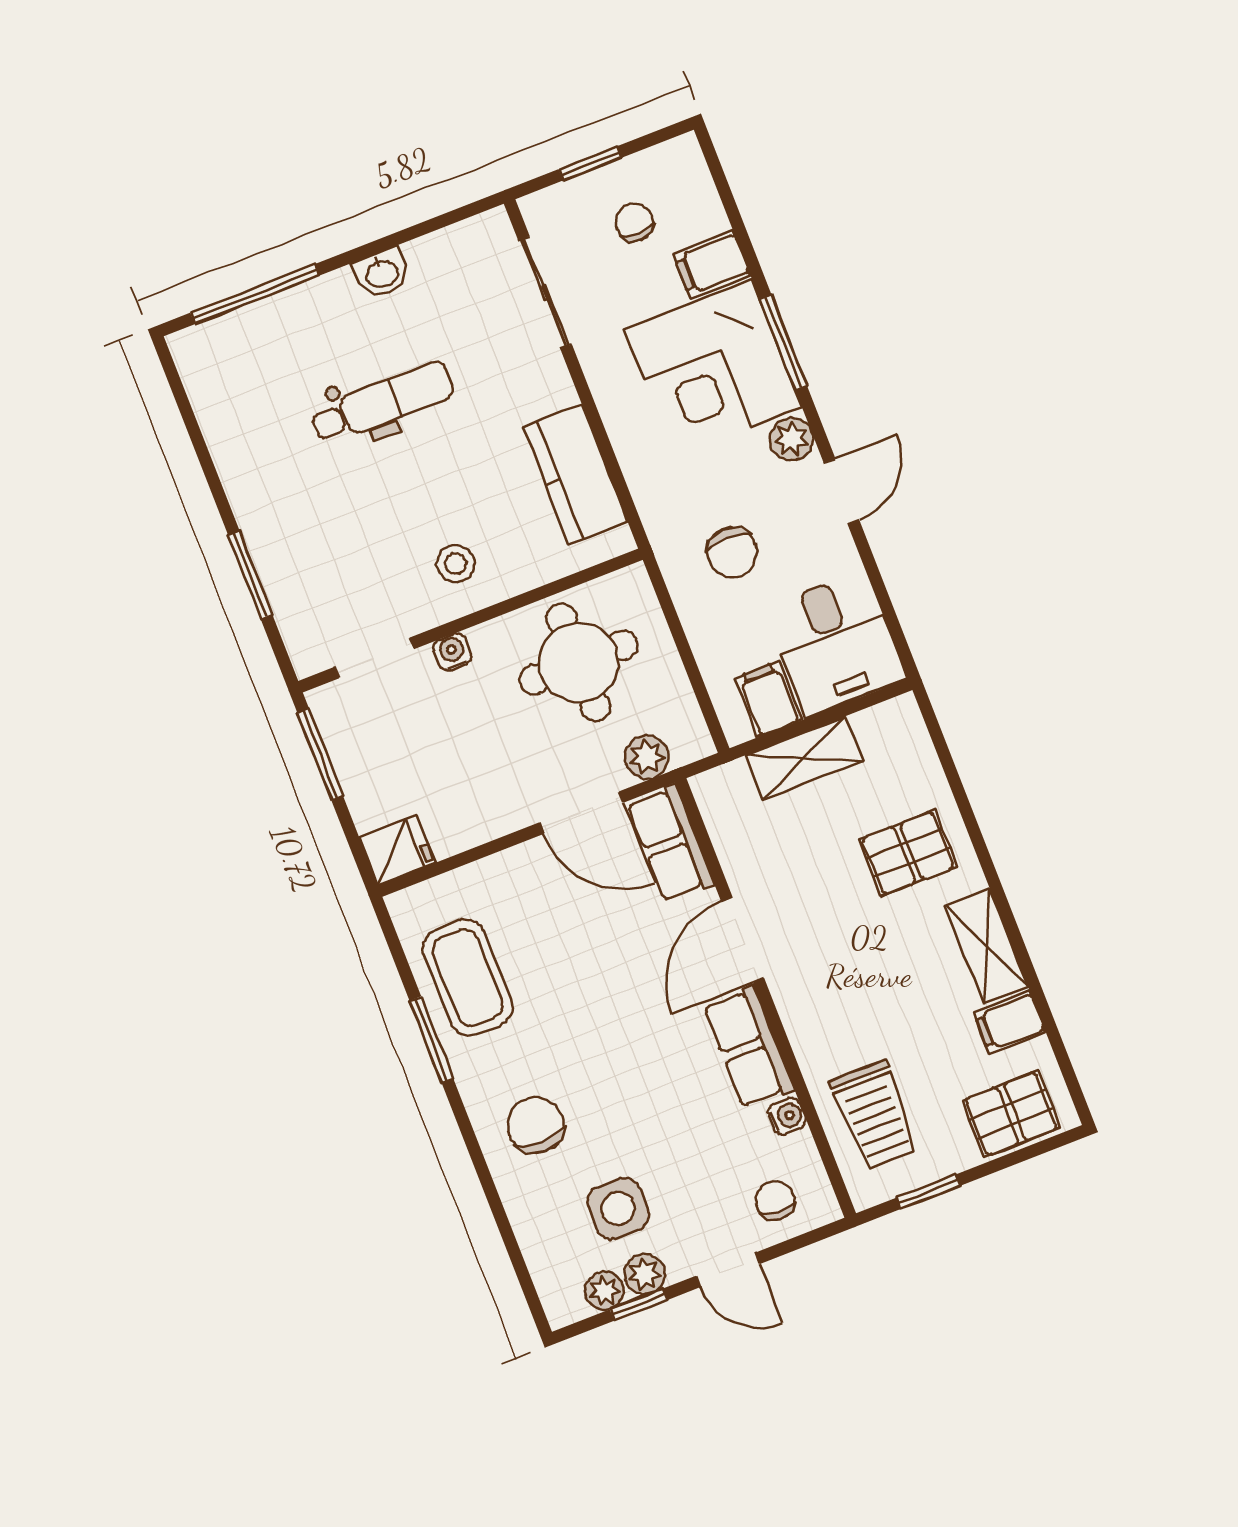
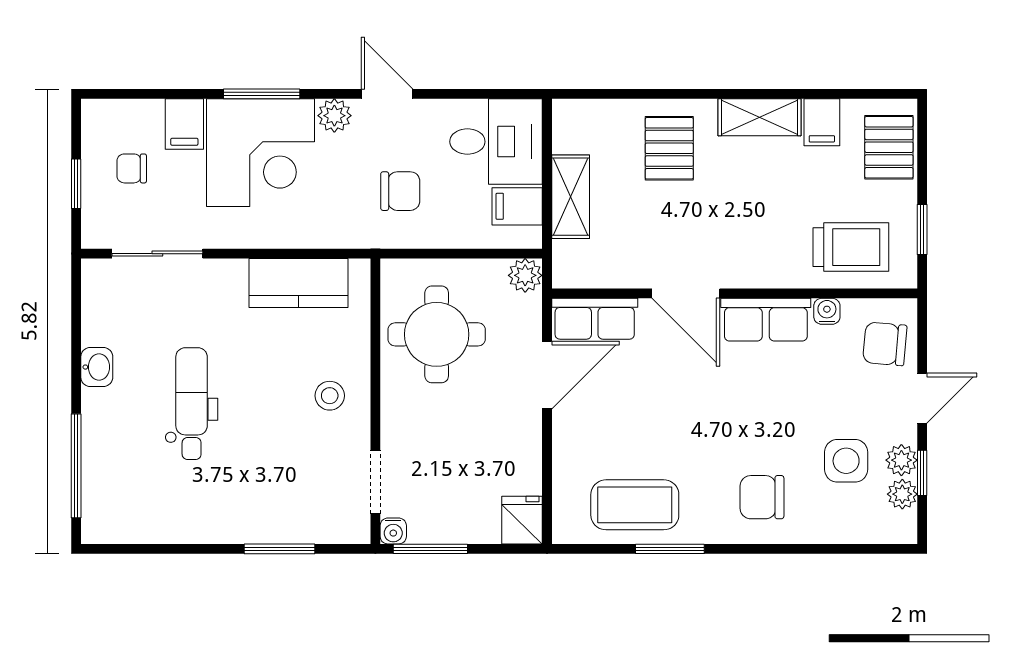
water cooler: (453, 652) -> (393, 531), moved, turned -90
plant: (647, 757) -> (525, 275), moved
chair: (775, 1200) -> (885, 344), width x1.37, depth x1.37

